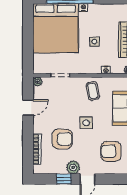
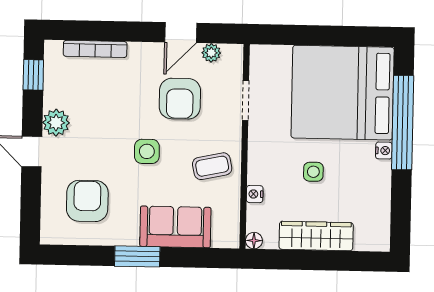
plant: (38, 81) -> (211, 53), moved
door: (28, 108) -> (181, 33), hinge flipped
armchair: (62, 139) -> (180, 99), moved
window: (64, 179) -> (33, 75), moved

